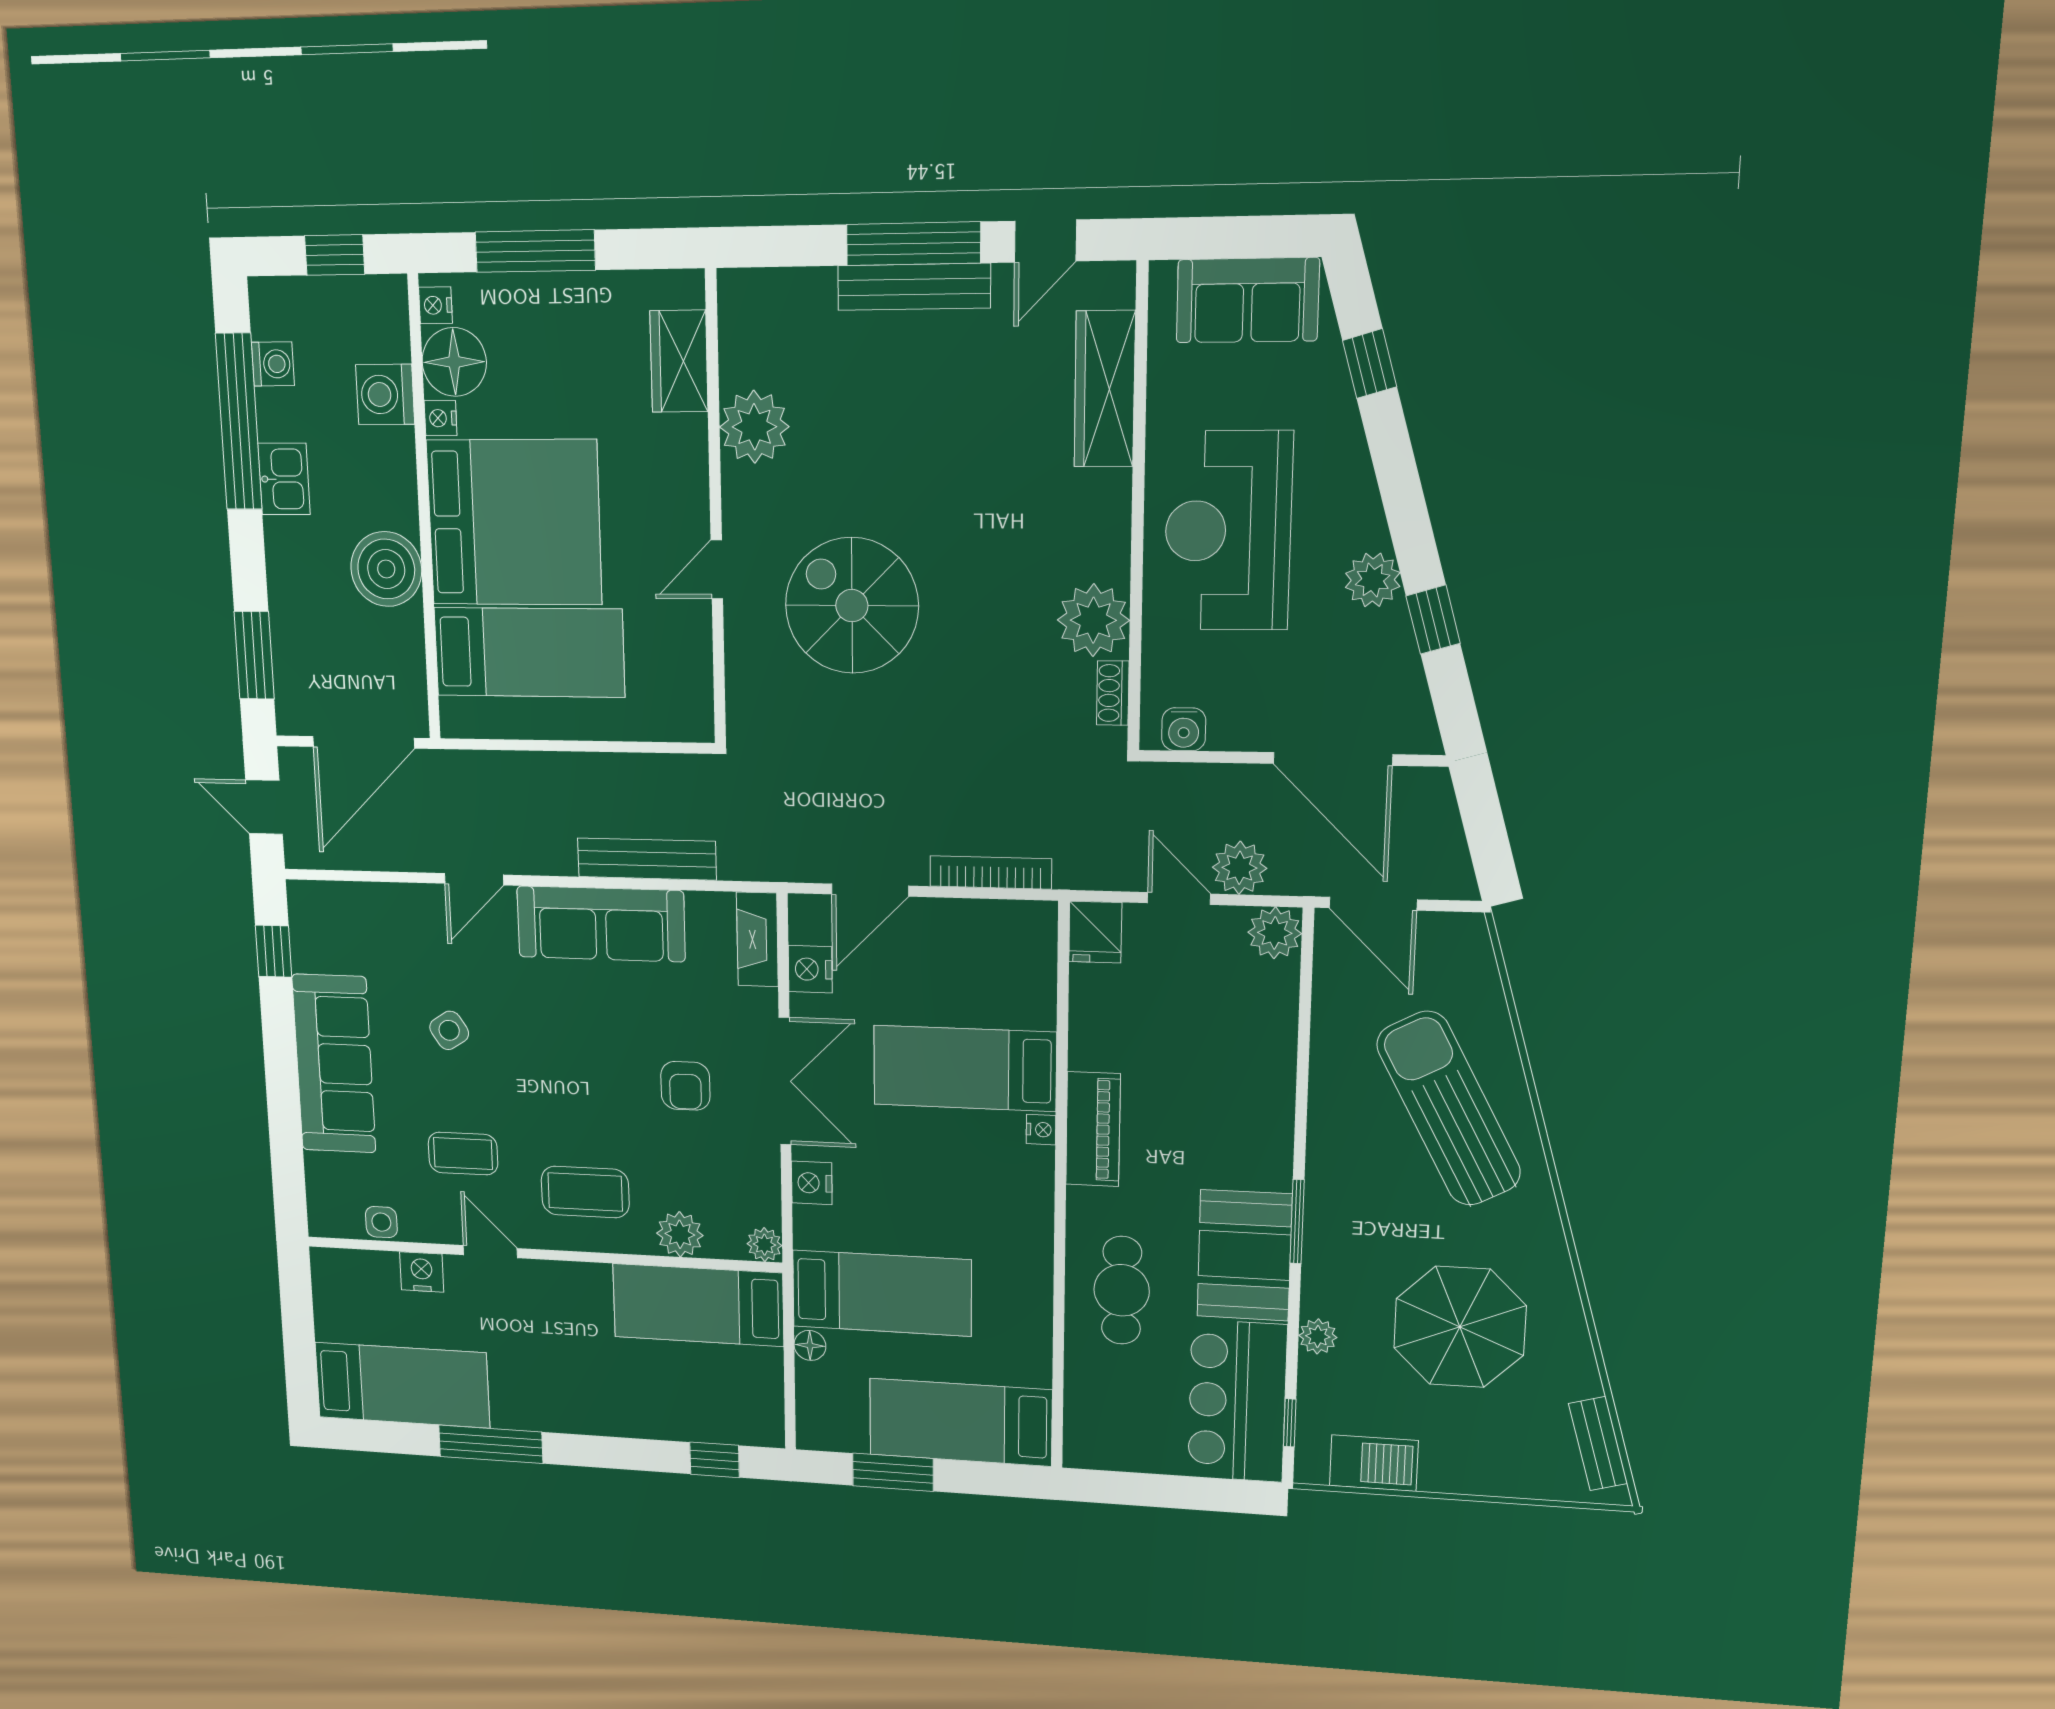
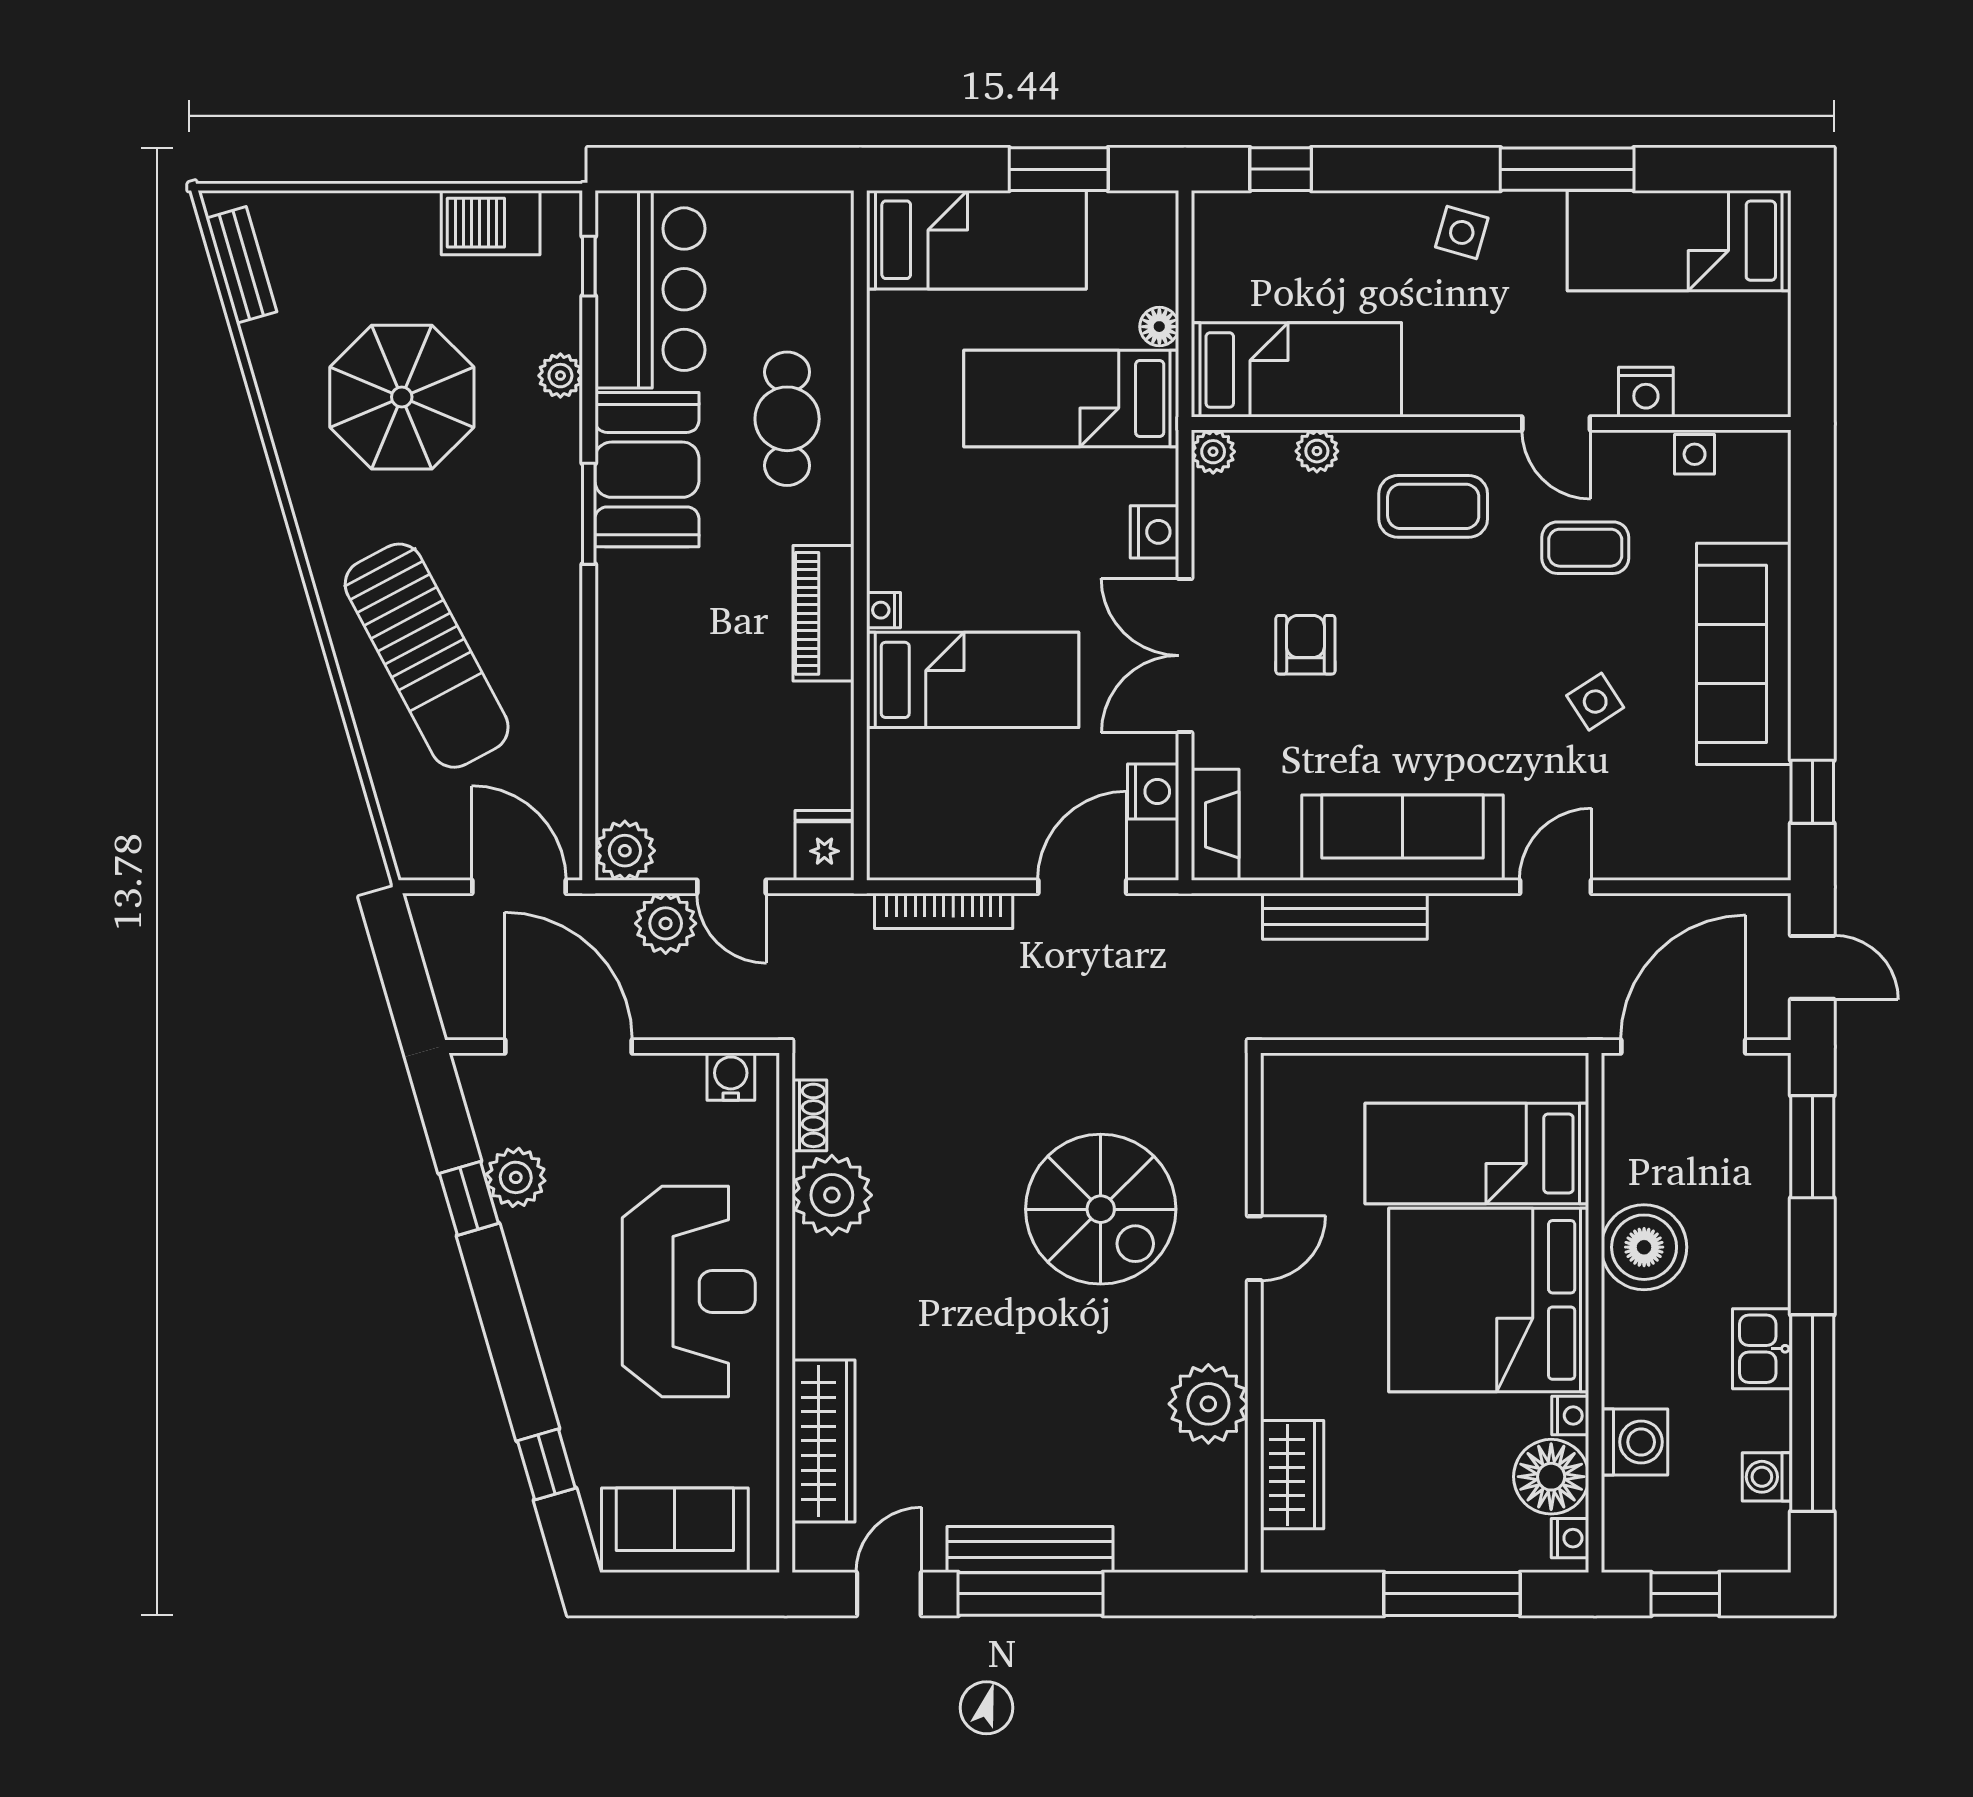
plant: (1373, 580) -> (516, 1177), moved
plant: (680, 1234) -> (1317, 451), width x0.73, depth x0.73
side table: (570, 1402) -> (1462, 232), added

